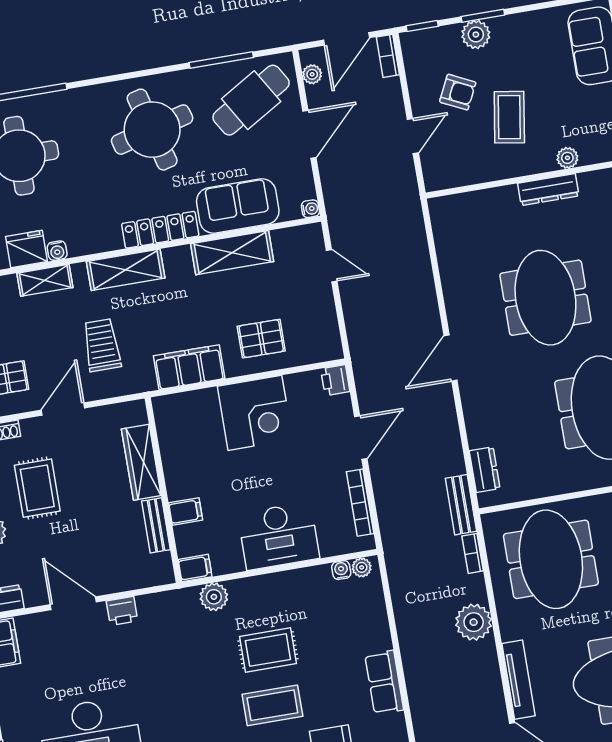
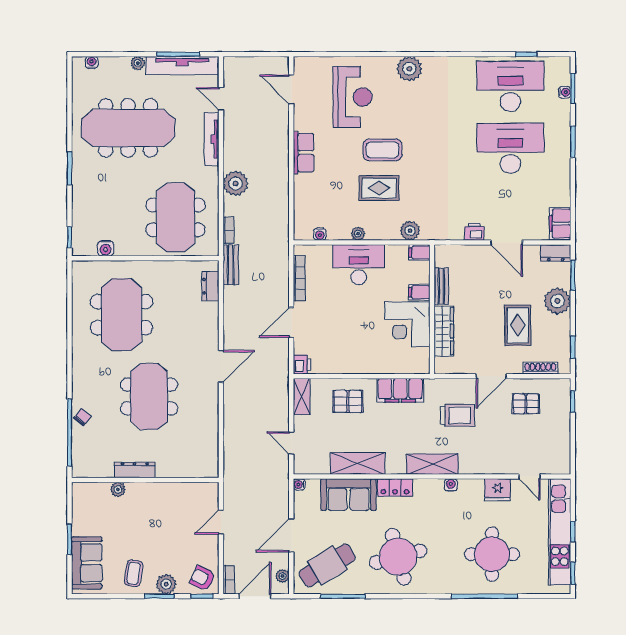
armchair: (458, 92) -> (202, 578), moved
coffee table: (509, 117) -> (134, 573), moved, width x0.73, depth x0.77
locker: (160, 230) -> (395, 487), width x0.66
water cooler: (57, 251) -> (451, 485), moved
shelving: (45, 280) -> (302, 397), moved, turned 90
trolley: (102, 345) -> (457, 415), turned -90
corner desk: (255, 413) -> (407, 324), moved, turned -90
plant: (362, 567) -> (358, 234), moved

